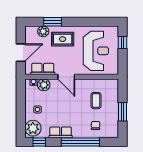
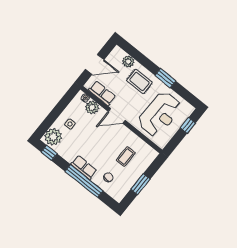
window: (53, 22) -> (165, 78), moved
door: (66, 77) -> (117, 116), hinge flipped
row of seats: (61, 132) -> (84, 167), moved

